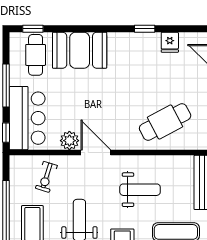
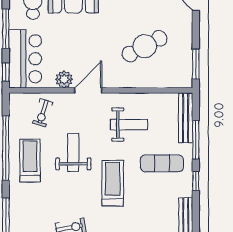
cafe table: (165, 122) -> (145, 46), moved
door: (96, 153) -> (88, 90), hinge flipped

